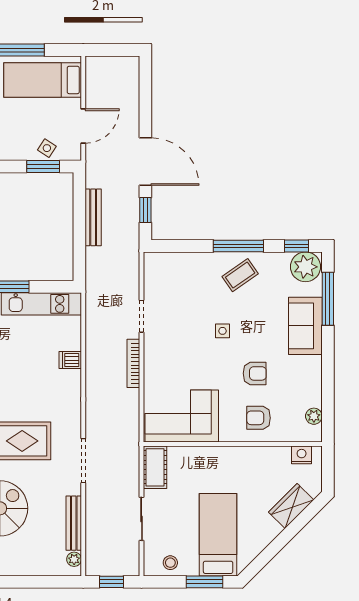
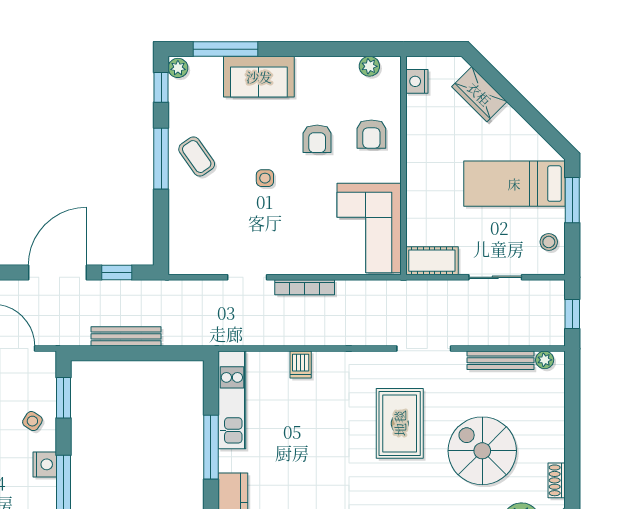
side table: (47, 148) -> (32, 421), moved
plant: (306, 267) -> (178, 68), width x0.53, depth x0.53
armchair: (255, 373) -> (317, 139), turned 180

